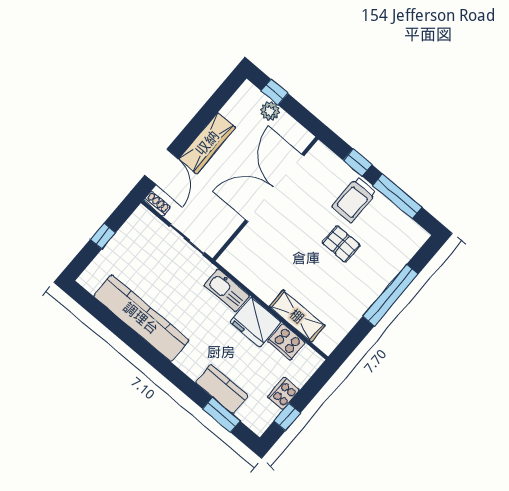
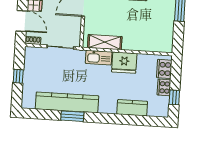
shelving: (297, 316) -> (105, 42), moved
cooker: (286, 342) -> (164, 69), moved, turned 90
window: (221, 415) -> (72, 116), moved

